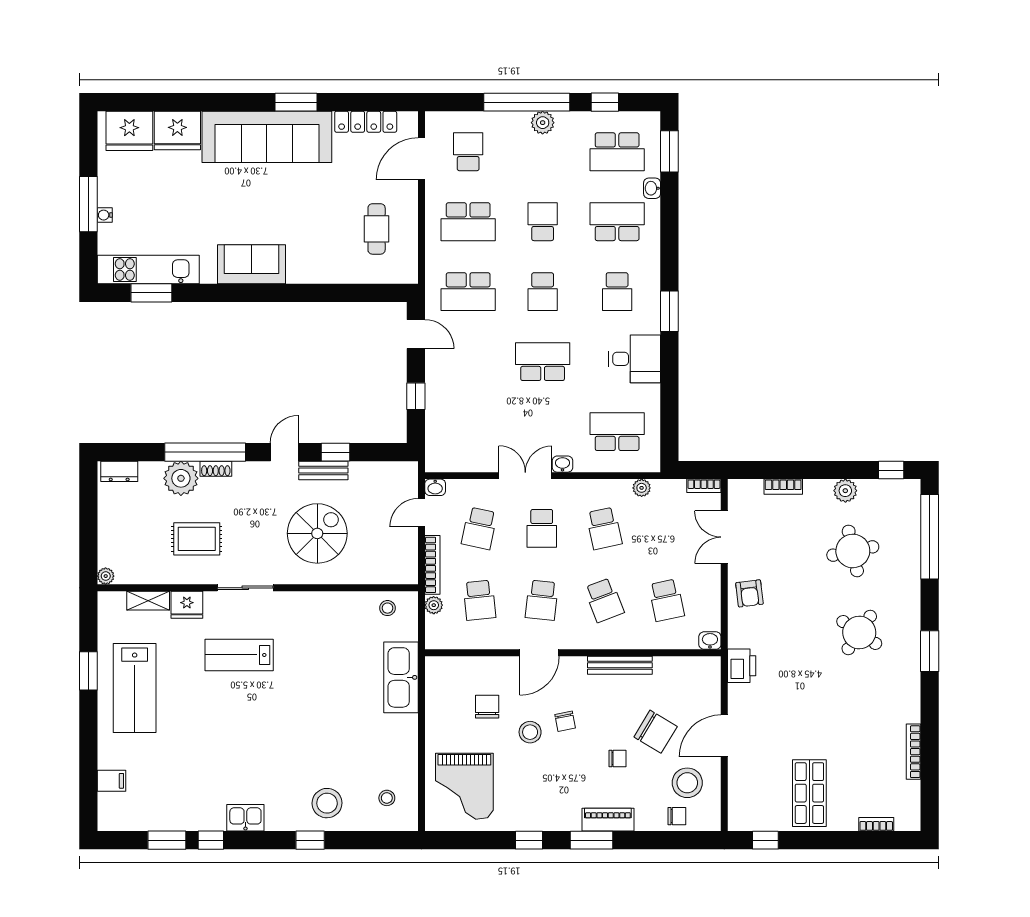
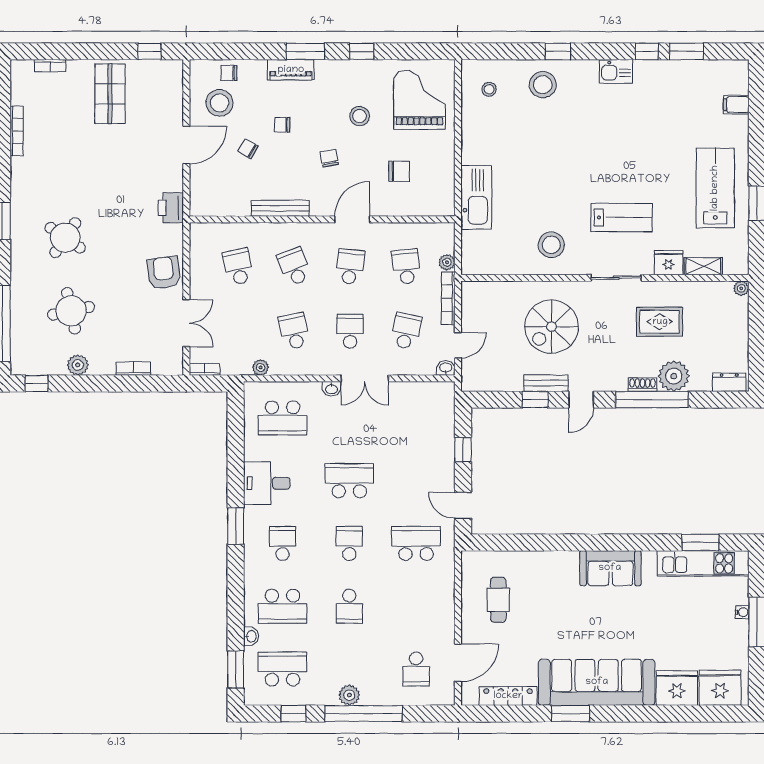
school desk: (468, 222) -> (416, 606), removed
school desk: (543, 362) -> (349, 481), turned 180
armchair: (749, 593) -> (164, 273), width x1.38, depth x1.38
stool: (387, 608) -> (551, 245), moved, width x1.89, depth x1.89
washbasin: (710, 641) -> (199, 230), removed
chair: (487, 707) -> (399, 171), turned -90
stool: (530, 732) -> (360, 116), moved
chair: (656, 732) -> (248, 149), width x0.54, depth x0.54

